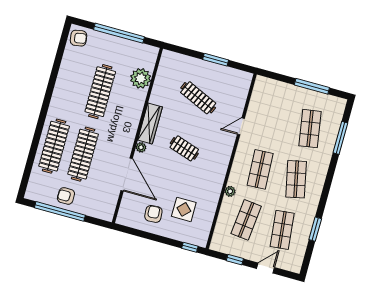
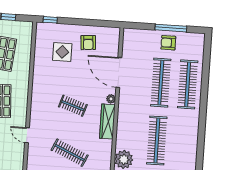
door: (241, 126) -> (27, 135), swing flipped
plant: (230, 191) -> (25, 76), removed
armchair: (66, 196) -> (168, 43), turned 180
window: (60, 211) -> (171, 28), width x0.68

